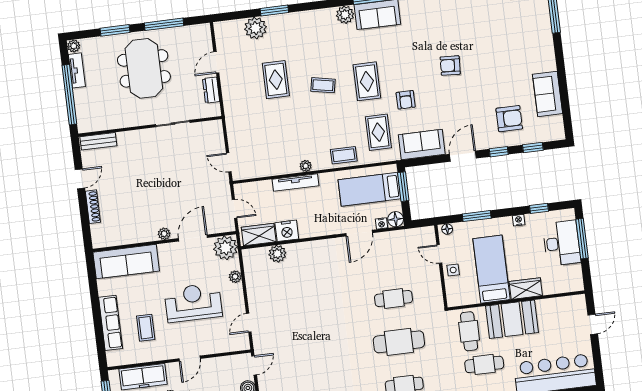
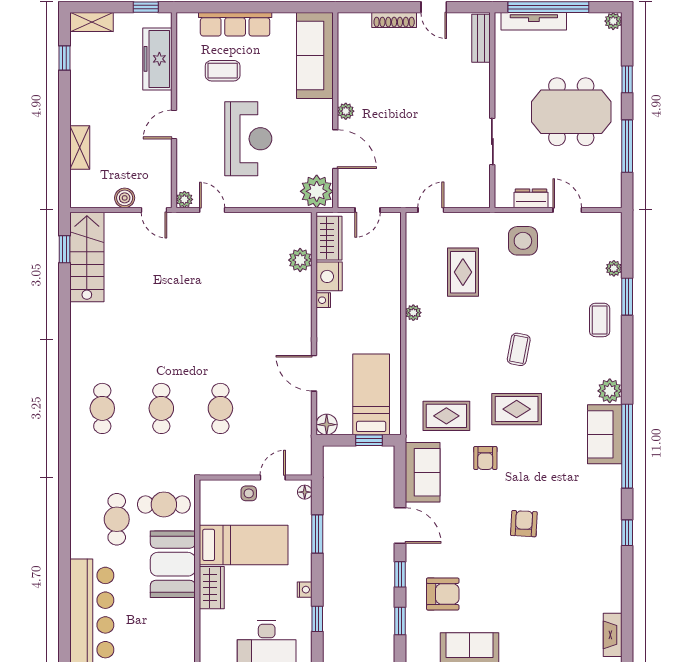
plant: (255, 28) -> (614, 268), width x0.53, depth x0.53
window: (115, 30) -> (627, 79), width x0.67
tv unit: (77, 70) -> (534, 21), moved, width x1.41
rug: (276, 80) -> (463, 272), moved, turned 90
side table: (243, 92) -> (523, 241), added
armchair: (406, 100) -> (485, 458), turned -90
armchair: (509, 119) -> (443, 594), turned -90
coffee table: (344, 155) -> (600, 320), moved
tv unit: (296, 182) -> (393, 296), removed
window: (403, 187) -> (369, 440), width x0.67
nightstand: (381, 223) -> (323, 300), moved
plant: (235, 277) -> (184, 199), moved
cafe table: (399, 342) -> (161, 408), width x0.73, depth x0.74
door: (190, 359) -> (174, 125), hinge flipped

